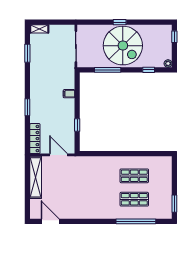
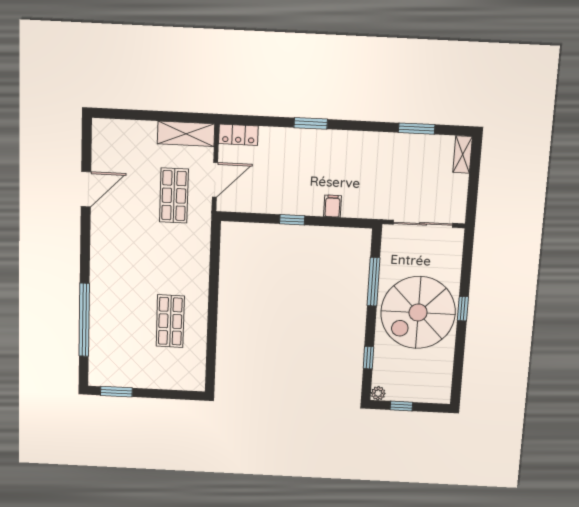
window: (174, 37) -> (401, 406), moved
window: (77, 125) -> (292, 220), moved
locker: (35, 139) -> (238, 135), width x0.66
shelving: (36, 177) -> (186, 134), width x0.68
shop shelf: (134, 199) -> (174, 196), moved
door: (50, 221) -> (86, 189), moved

